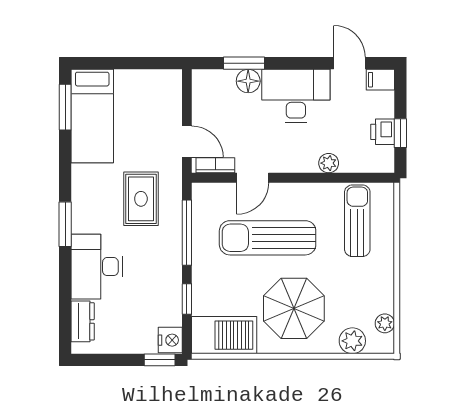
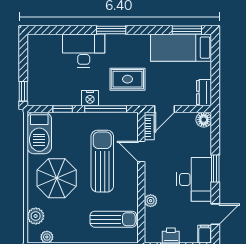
window: (244, 63) -> (215, 169), moved
floor lamp: (248, 81) -> (204, 120), moved
dresser: (83, 321) -> (204, 93), moved, turned 90
nightstand: (170, 340) -> (90, 98), moved

